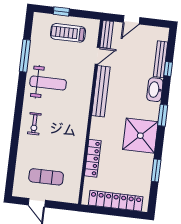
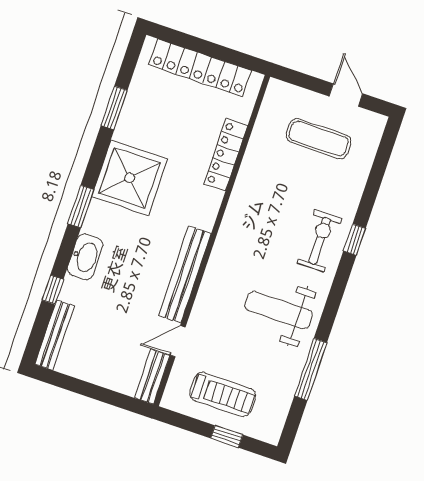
door: (132, 20) -> (101, 394), removed
bench: (161, 59) -> (55, 335), moved
exercise bike: (34, 124) -> (320, 241), width x1.38, depth x1.39
window: (16, 128) -> (355, 240), added

